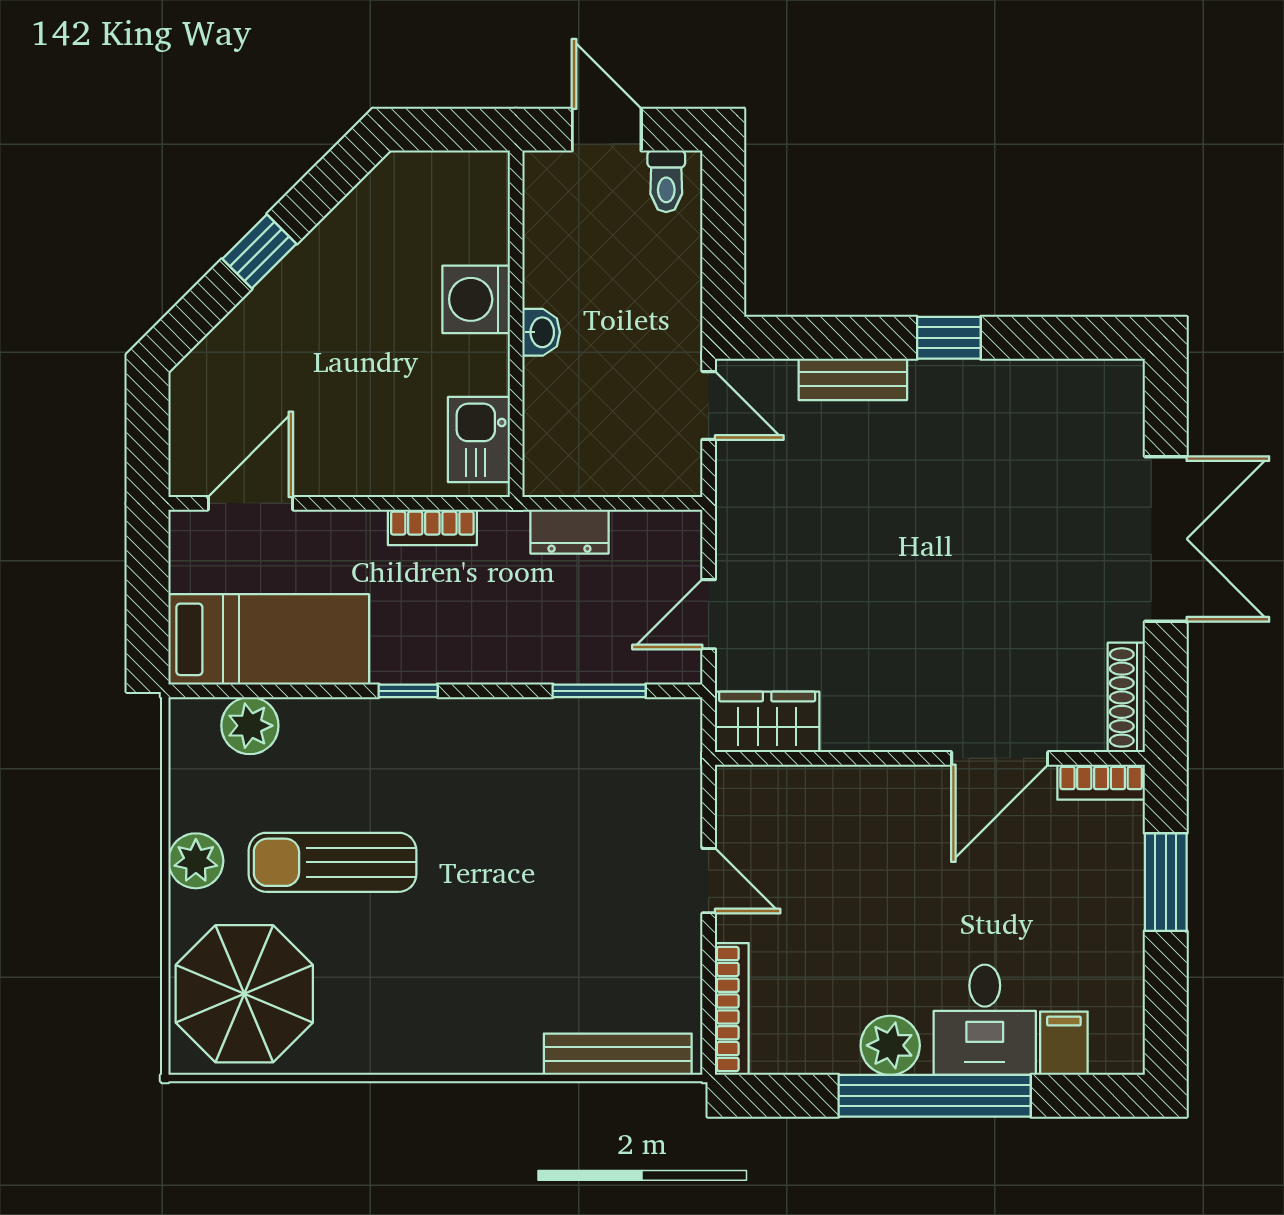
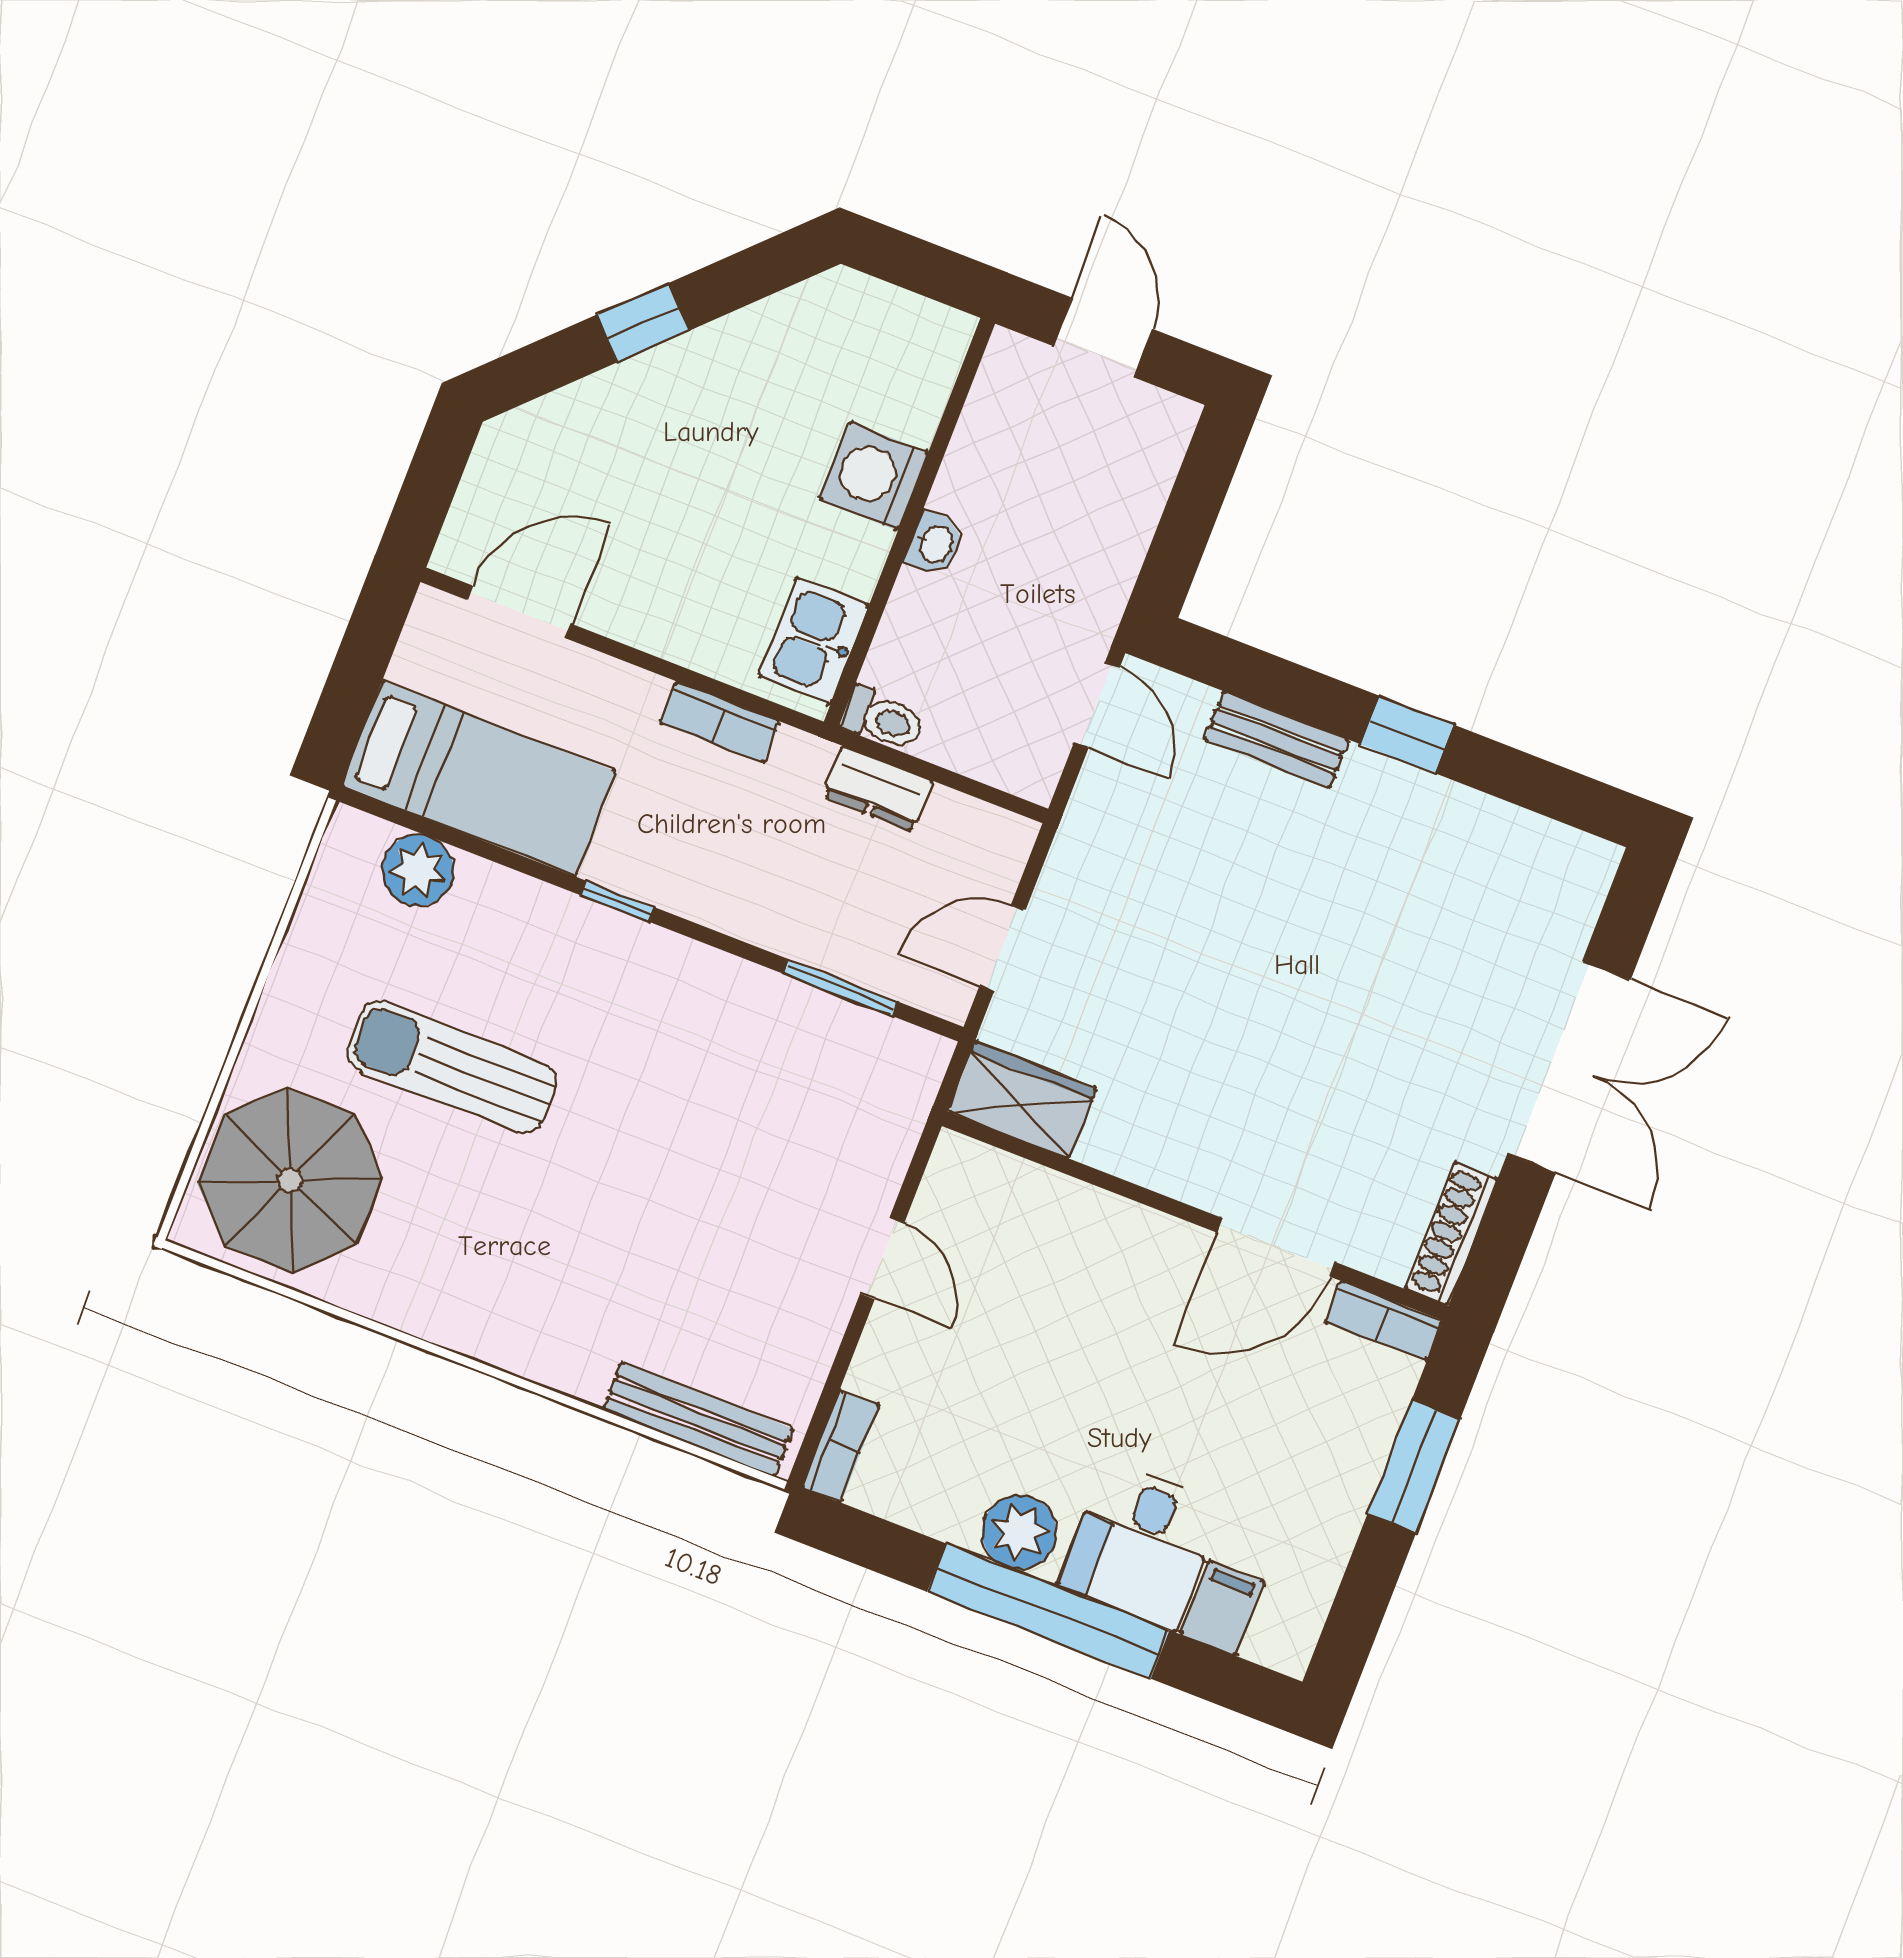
toilet: (666, 181) -> (883, 719), moved, turned -90
plant: (196, 861) -> (294, 1004), removed
bookcase: (732, 1009) -> (840, 1446), width x0.64

